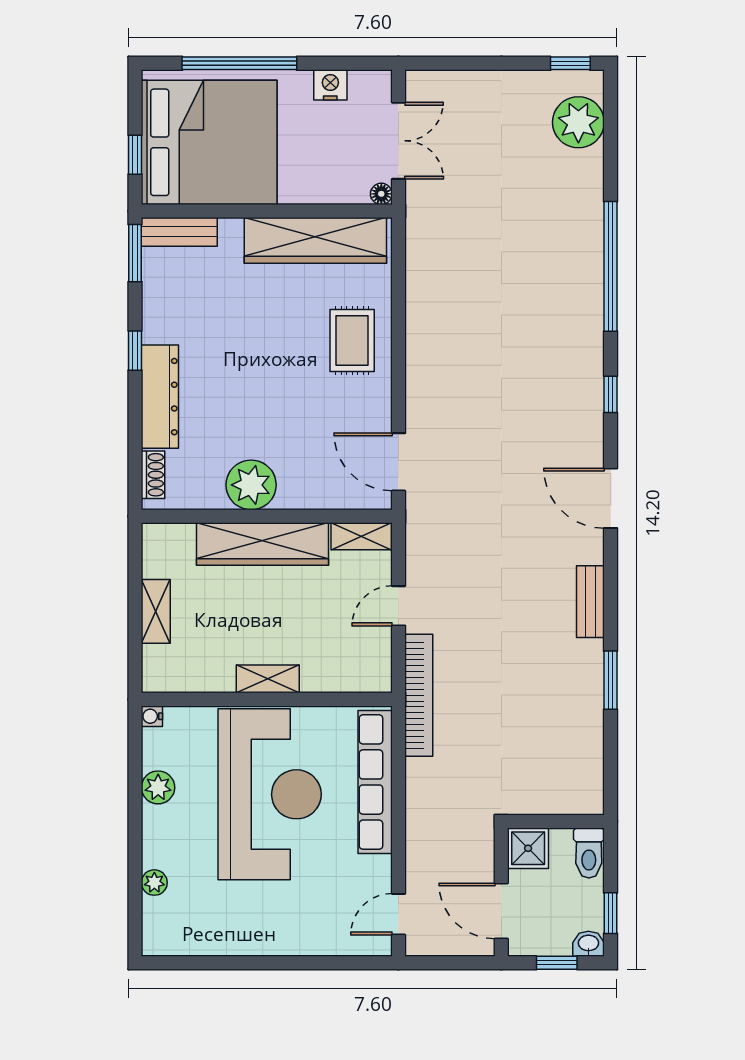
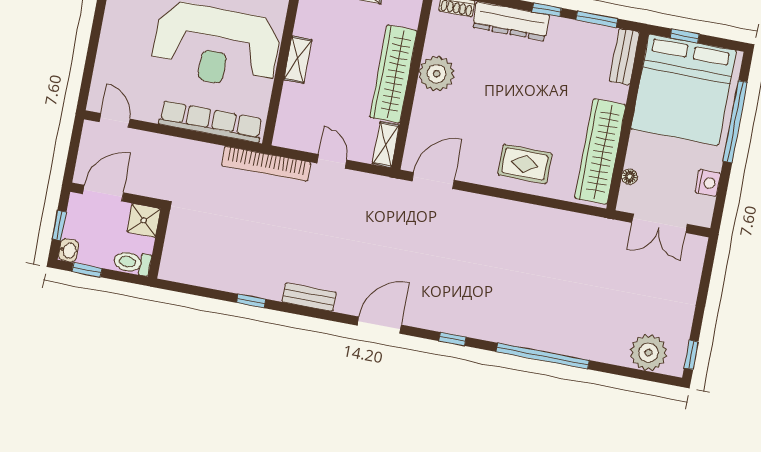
floor lamp: (381, 194) -> (630, 177), moved
window: (135, 253) -> (597, 19), moved
window: (611, 680) -> (251, 301), width x0.67

